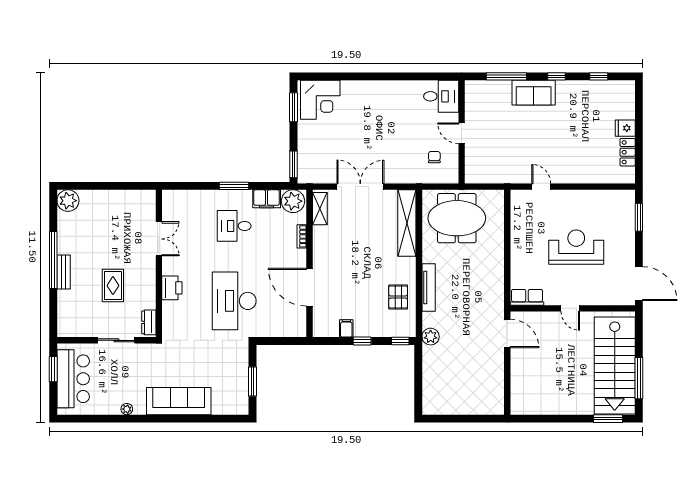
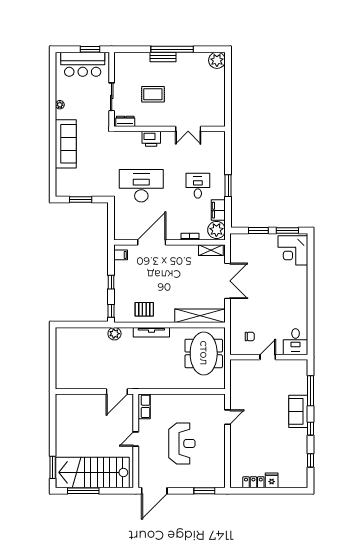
window: (294, 164) -> (258, 230), moved
filing cabinet: (346, 328) -> (121, 255), moved

